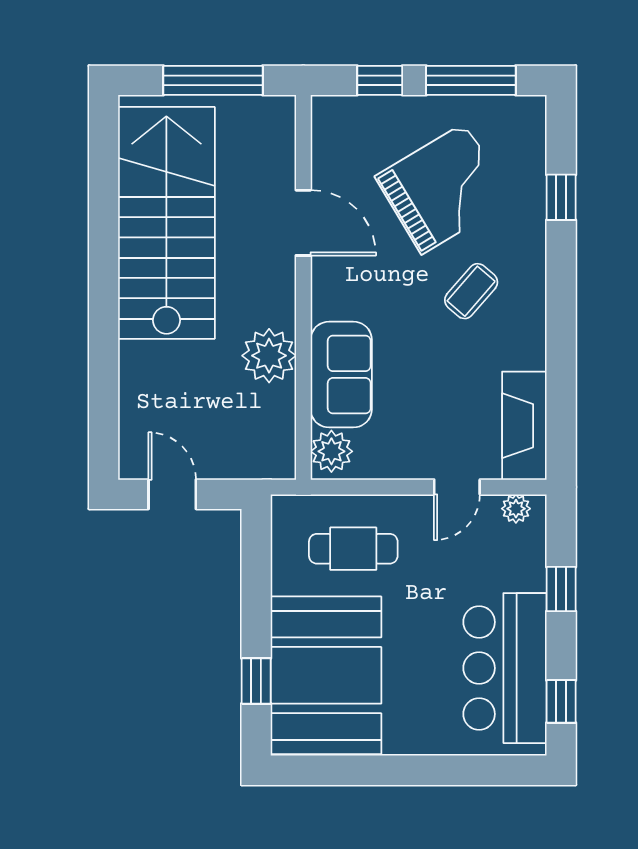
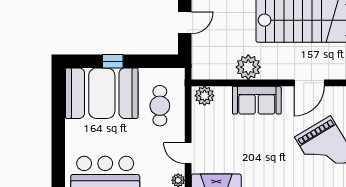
coffee table: (471, 291) -> (278, 160), removed
sofa: (341, 375) -> (257, 100), moved
window: (256, 681) -> (113, 61), moved

